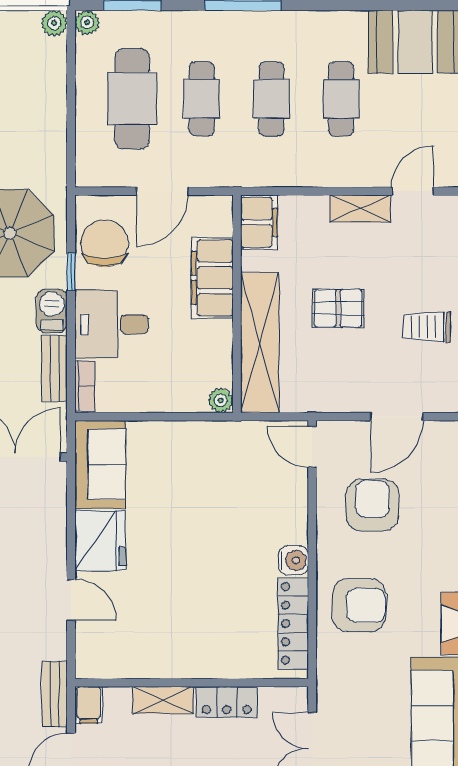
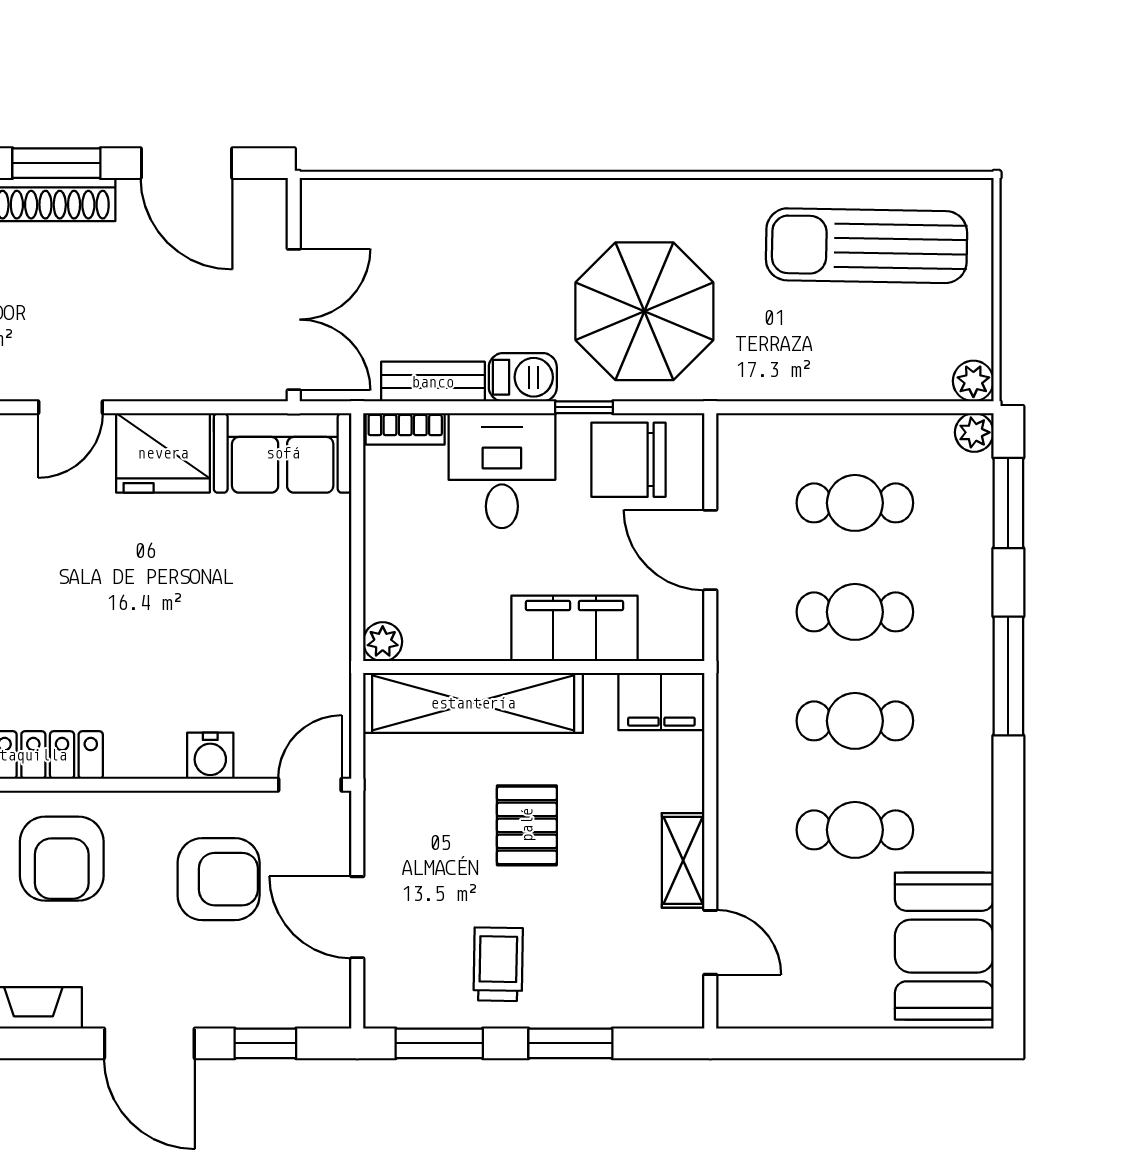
cafe table: (132, 99) -> (855, 503), width x0.73, depth x0.74
chair: (105, 243) -> (628, 460), turned 180
water cooler: (294, 560) -> (210, 756), moved

